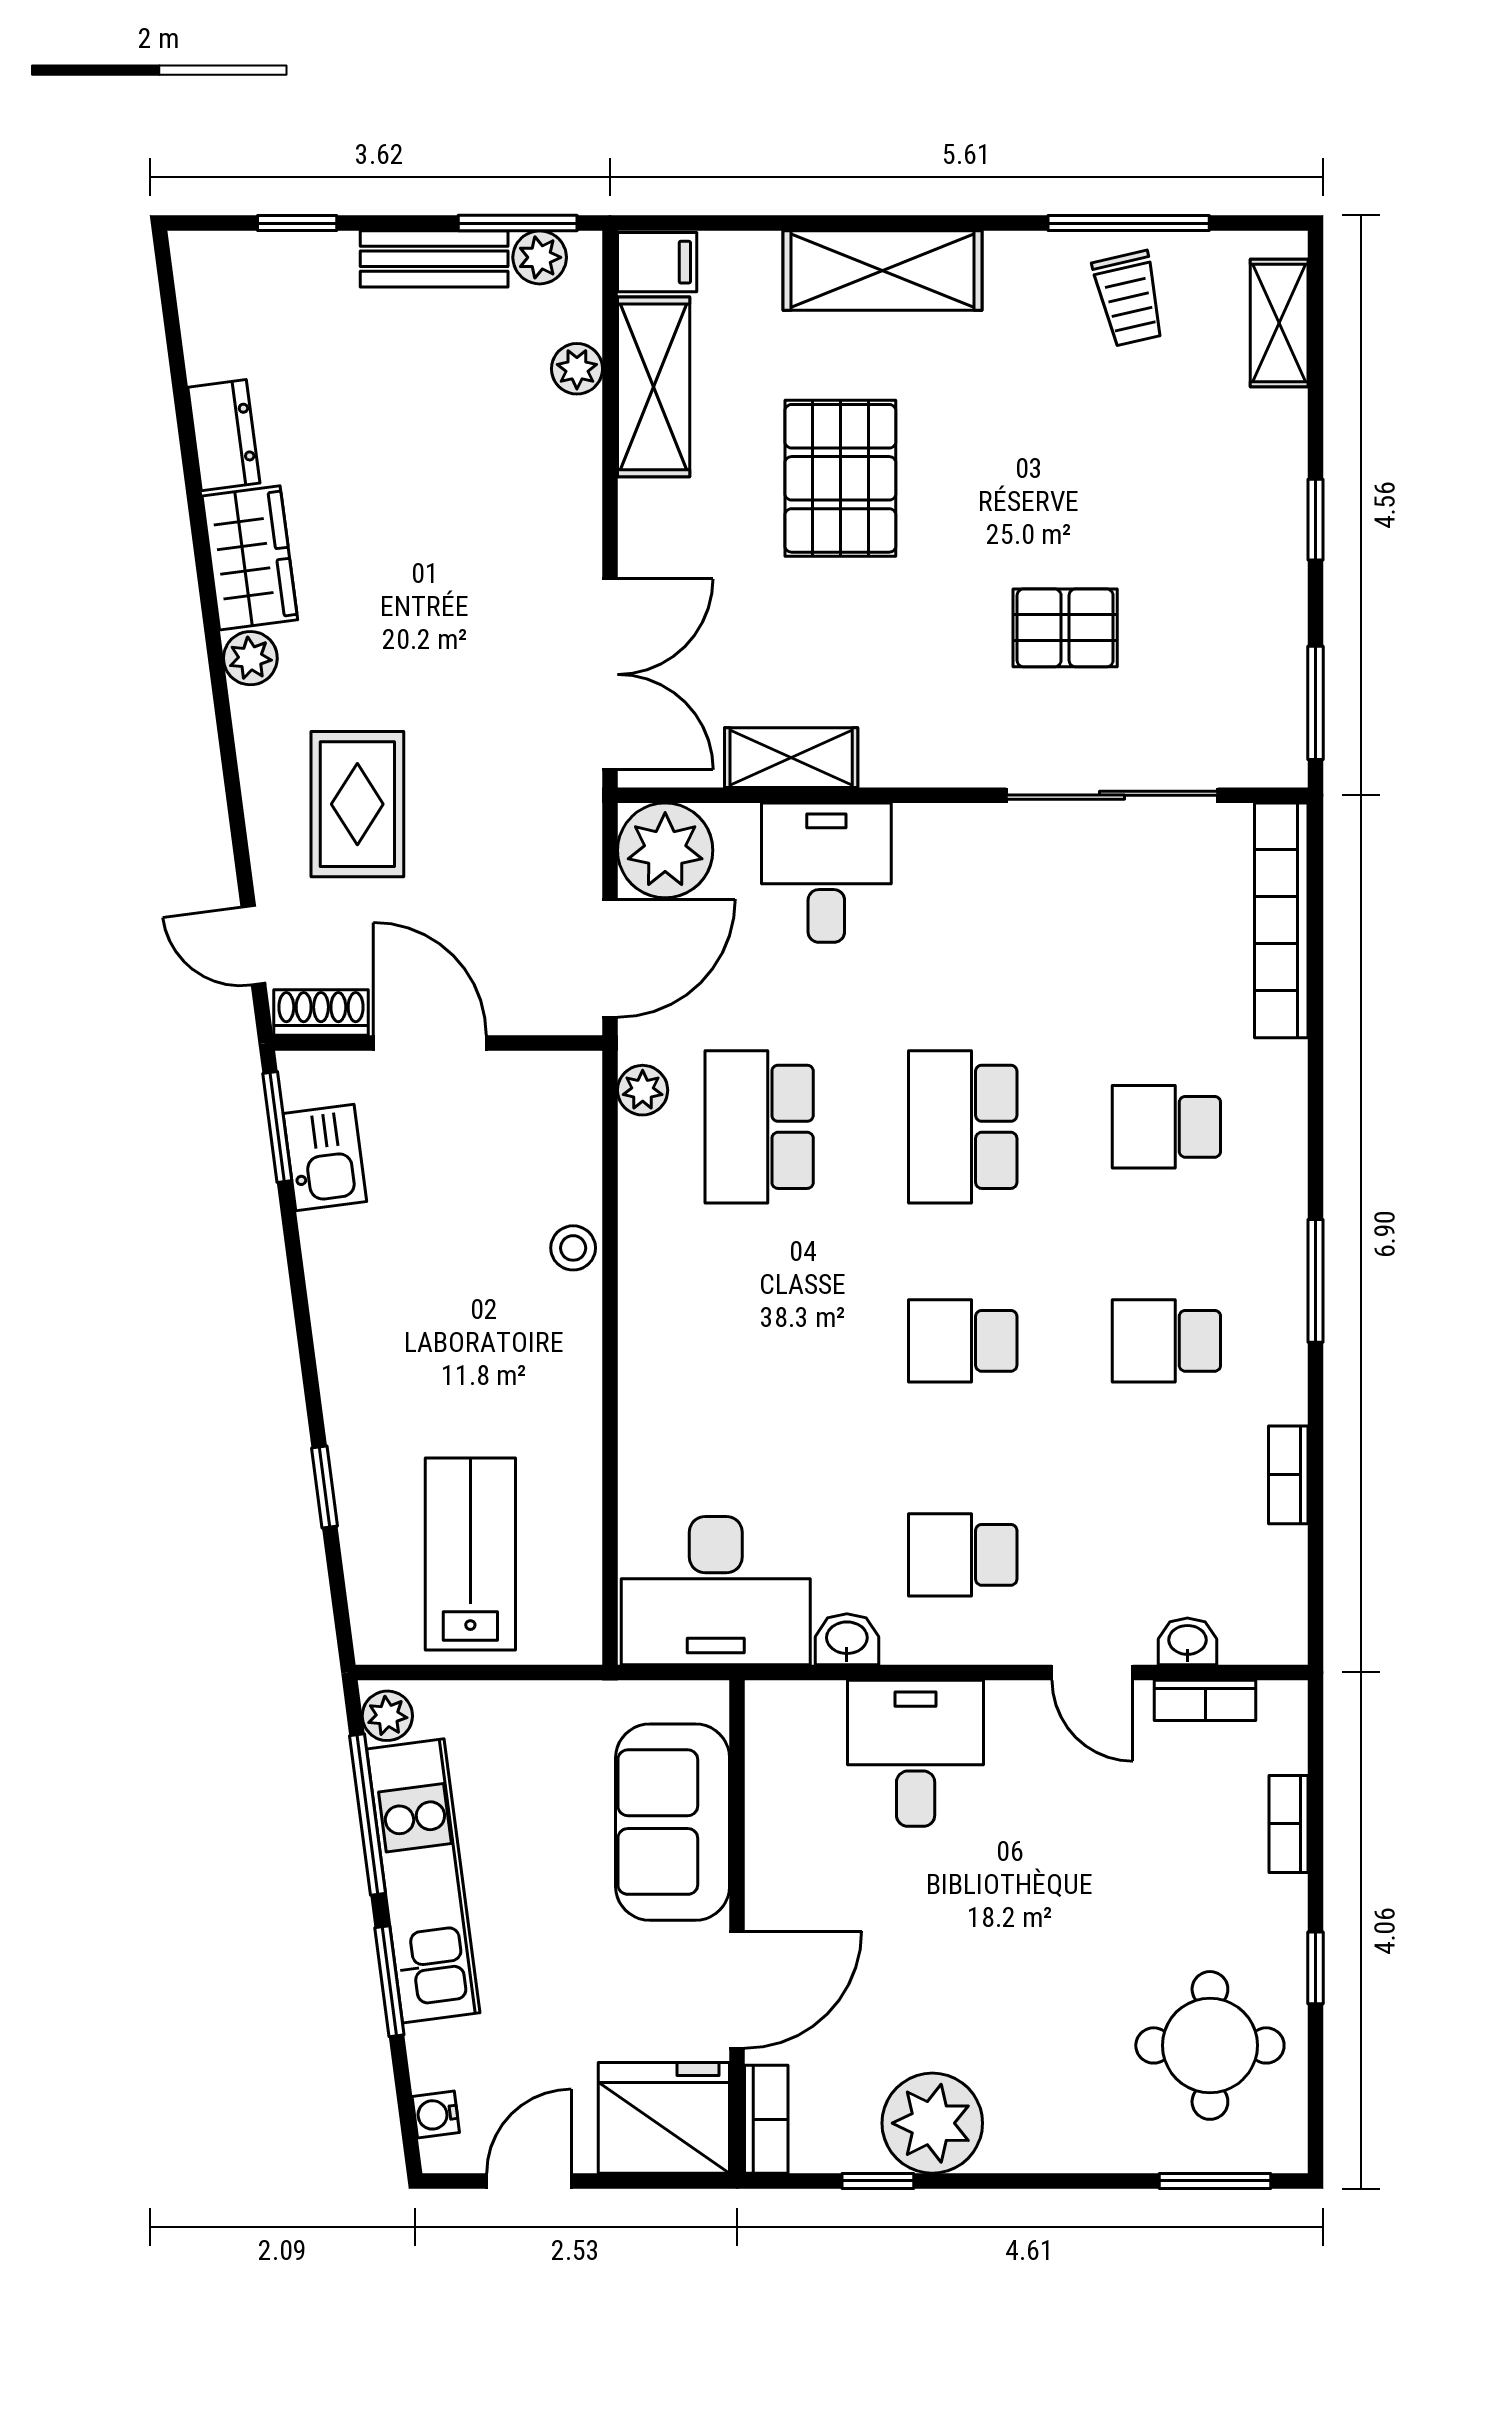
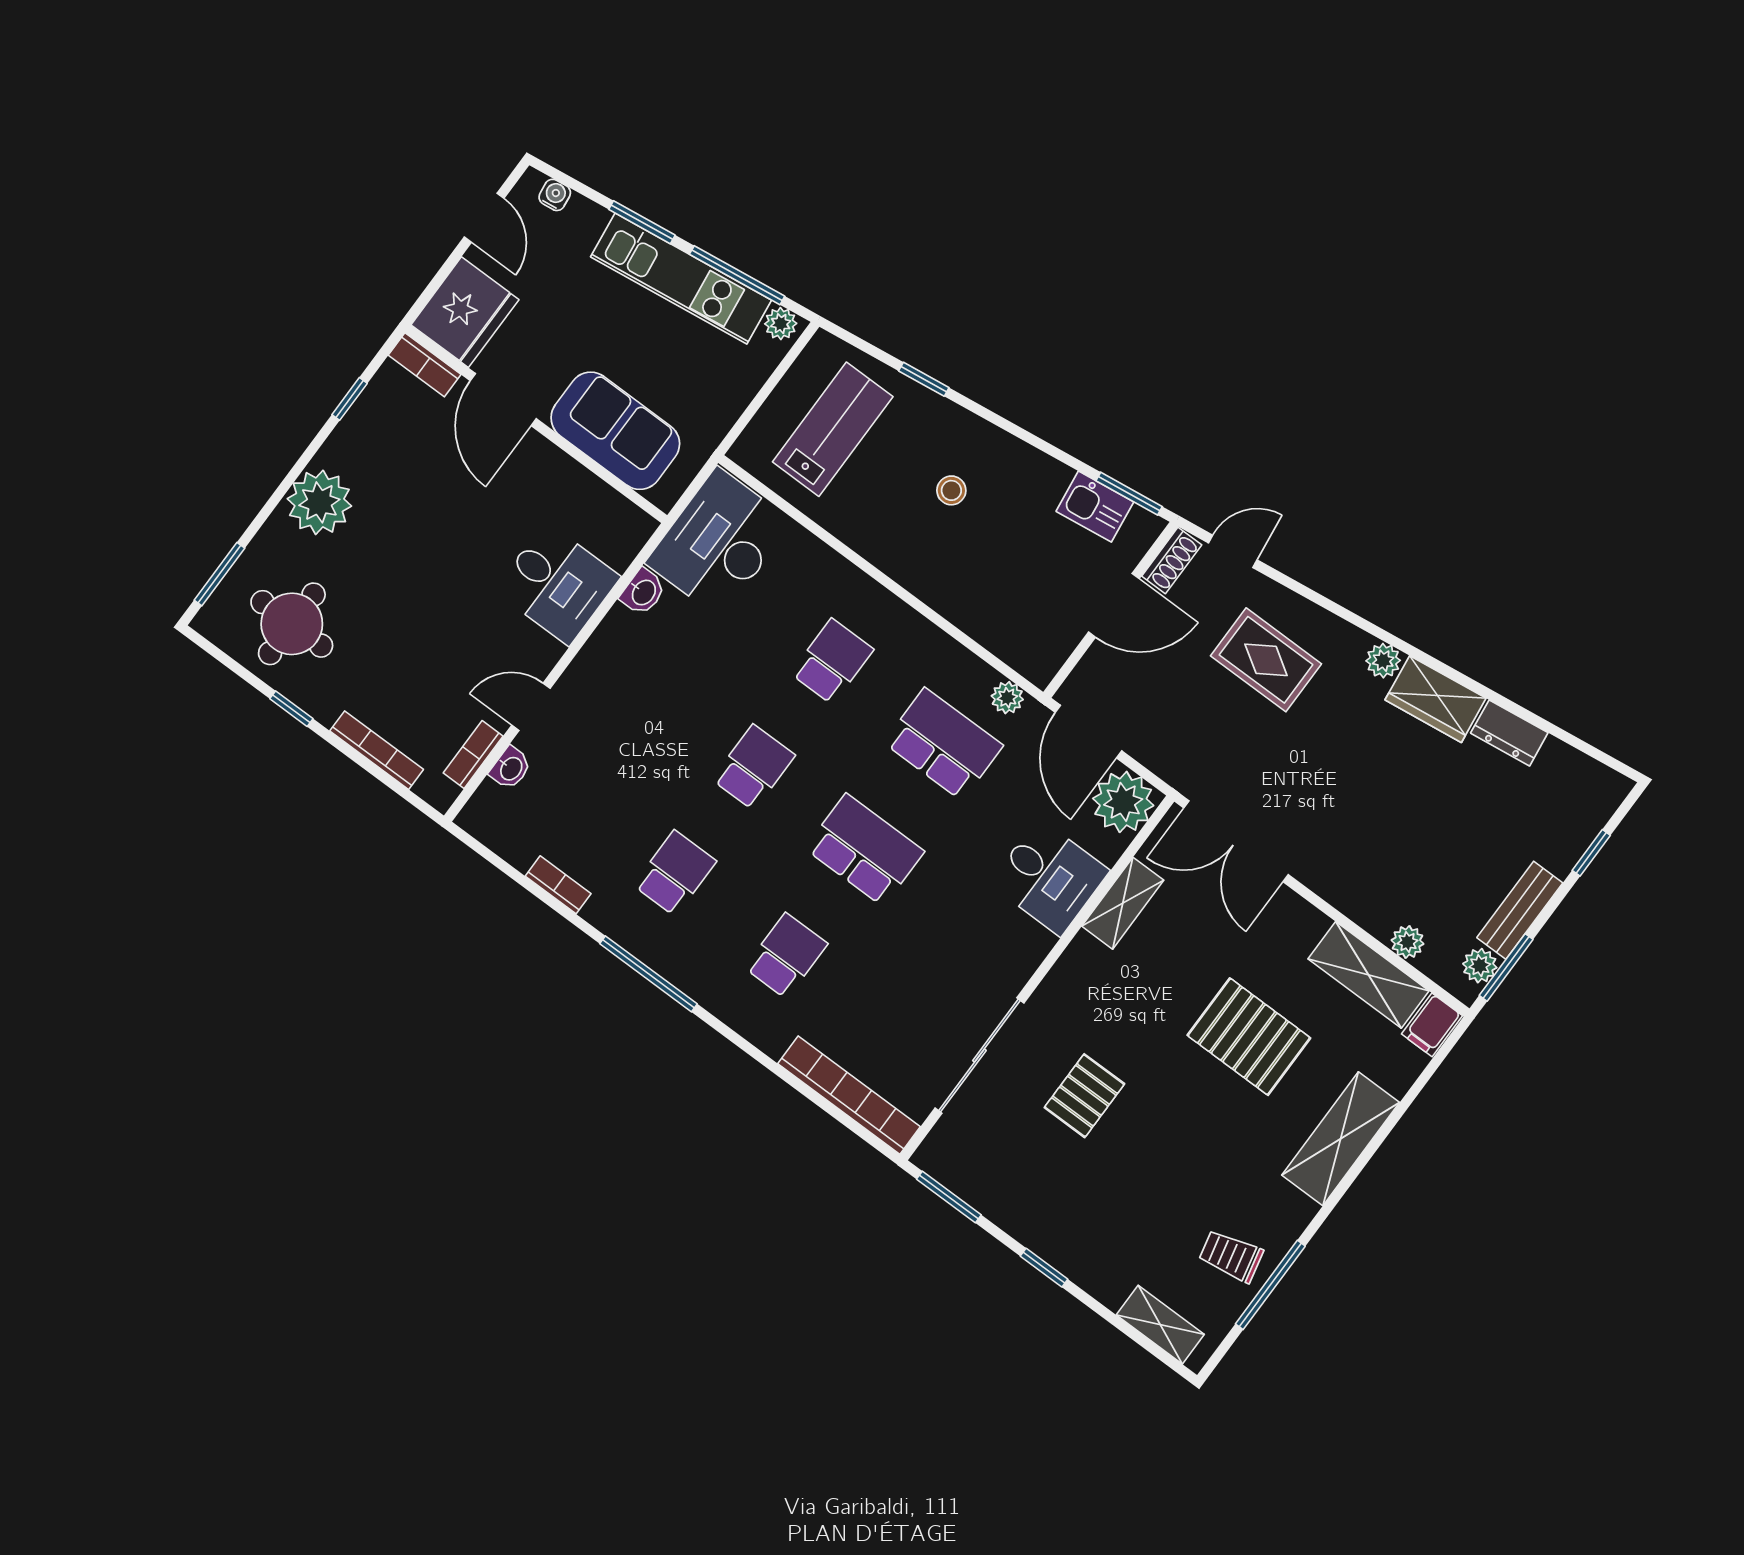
stool: (573, 1248) -> (951, 490), moved
window: (1316, 1281) -> (648, 974), width x1.44
lab bench: (470, 1554) -> (833, 429), turned -90
school desk: (963, 1555) -> (832, 661), moved
bookcase: (1288, 1824) -> (377, 750), width x1.56
plant: (932, 2123) -> (319, 502), moved

